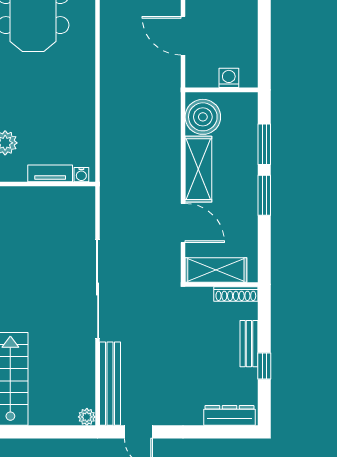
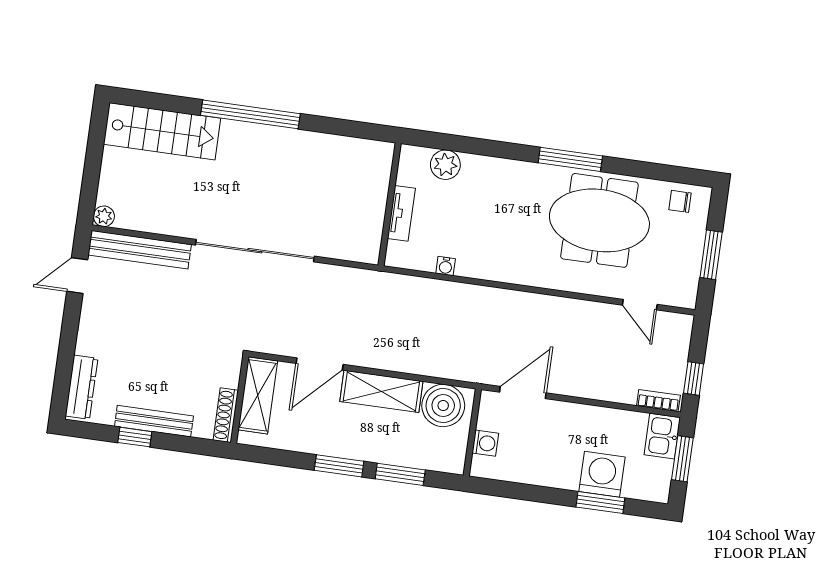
door: (183, 36) -> (523, 393), moved
water cooler: (81, 175) -> (446, 266), moved, turned -90
bench: (249, 344) -> (154, 421), width x1.36

